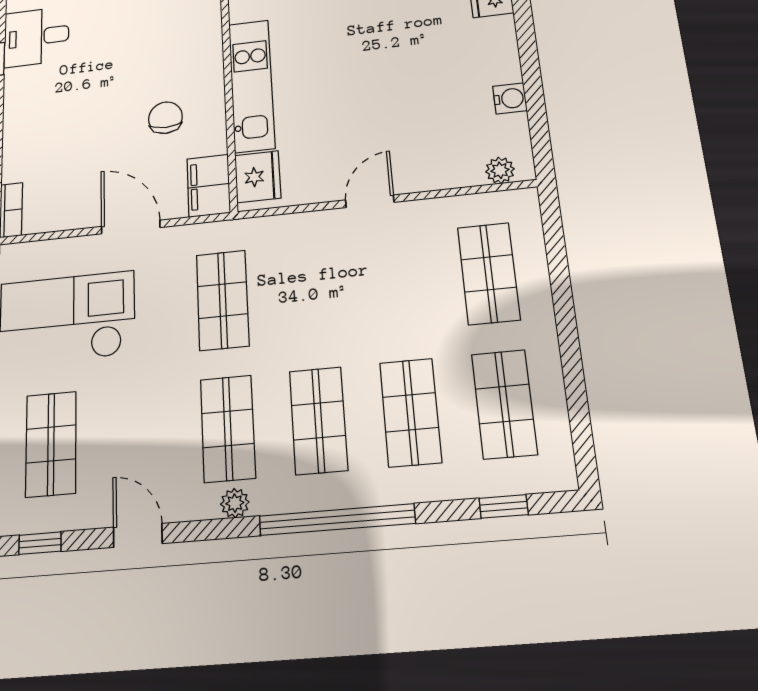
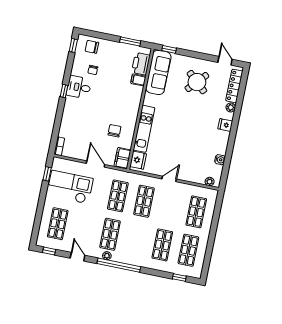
shop shelf: (318, 420) -> (144, 201), moved
window: (337, 520) -> (119, 265), moved

